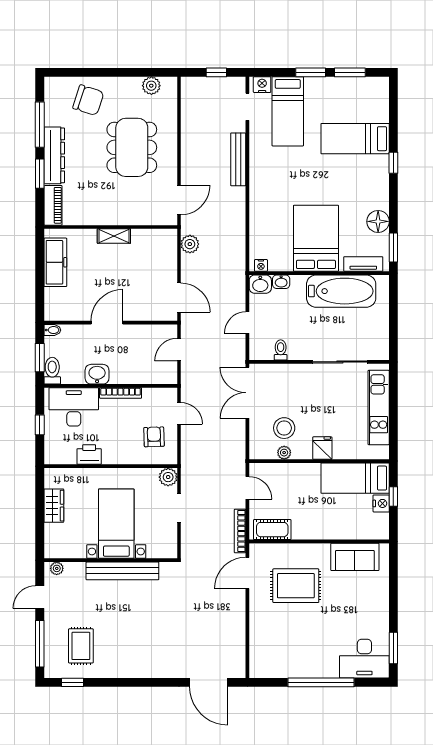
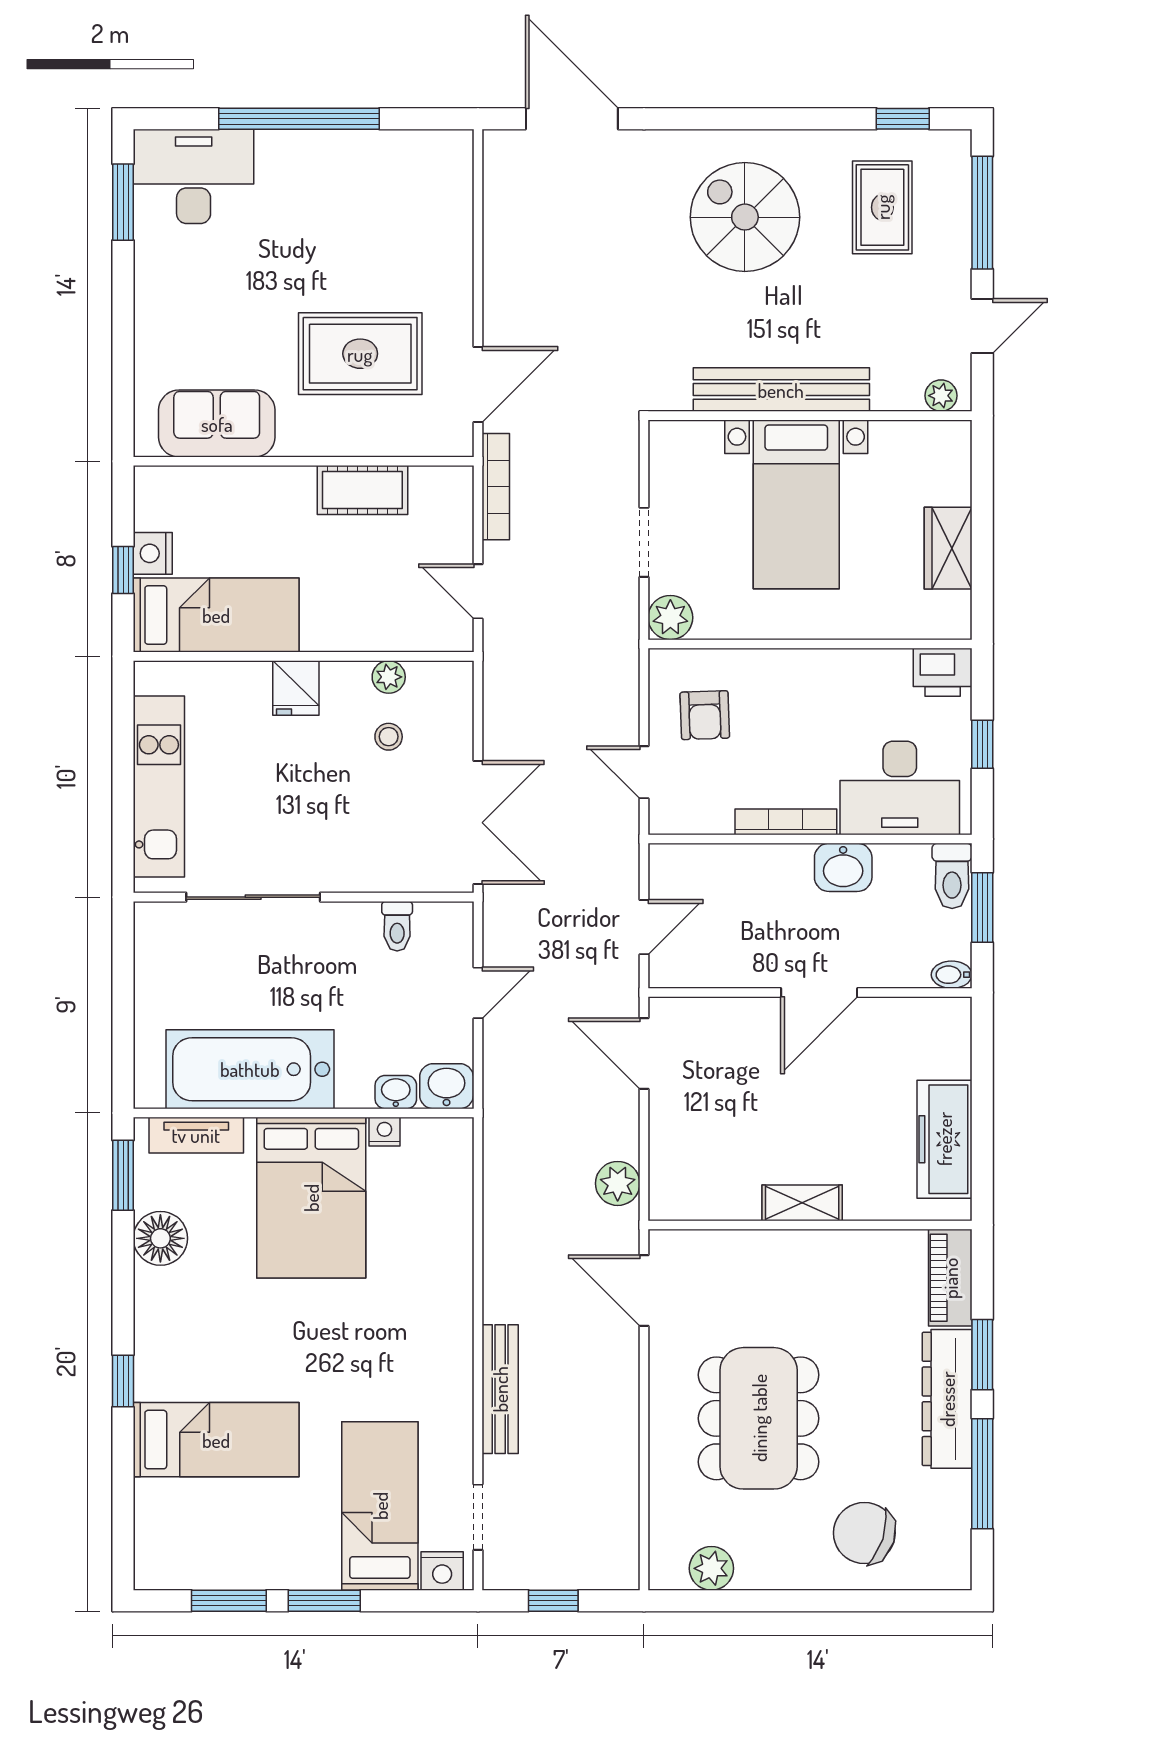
door: (179, 200) -> (644, 1290), hinge flipped
nightstand: (261, 265) -> (384, 1132), moved
stool: (284, 428) -> (389, 737), width x0.53, depth x0.53
printer: (89, 455) -> (943, 672), moved
cot: (272, 530) -> (362, 490), moved
spiral stairs: (137, 642) -> (745, 217), added

